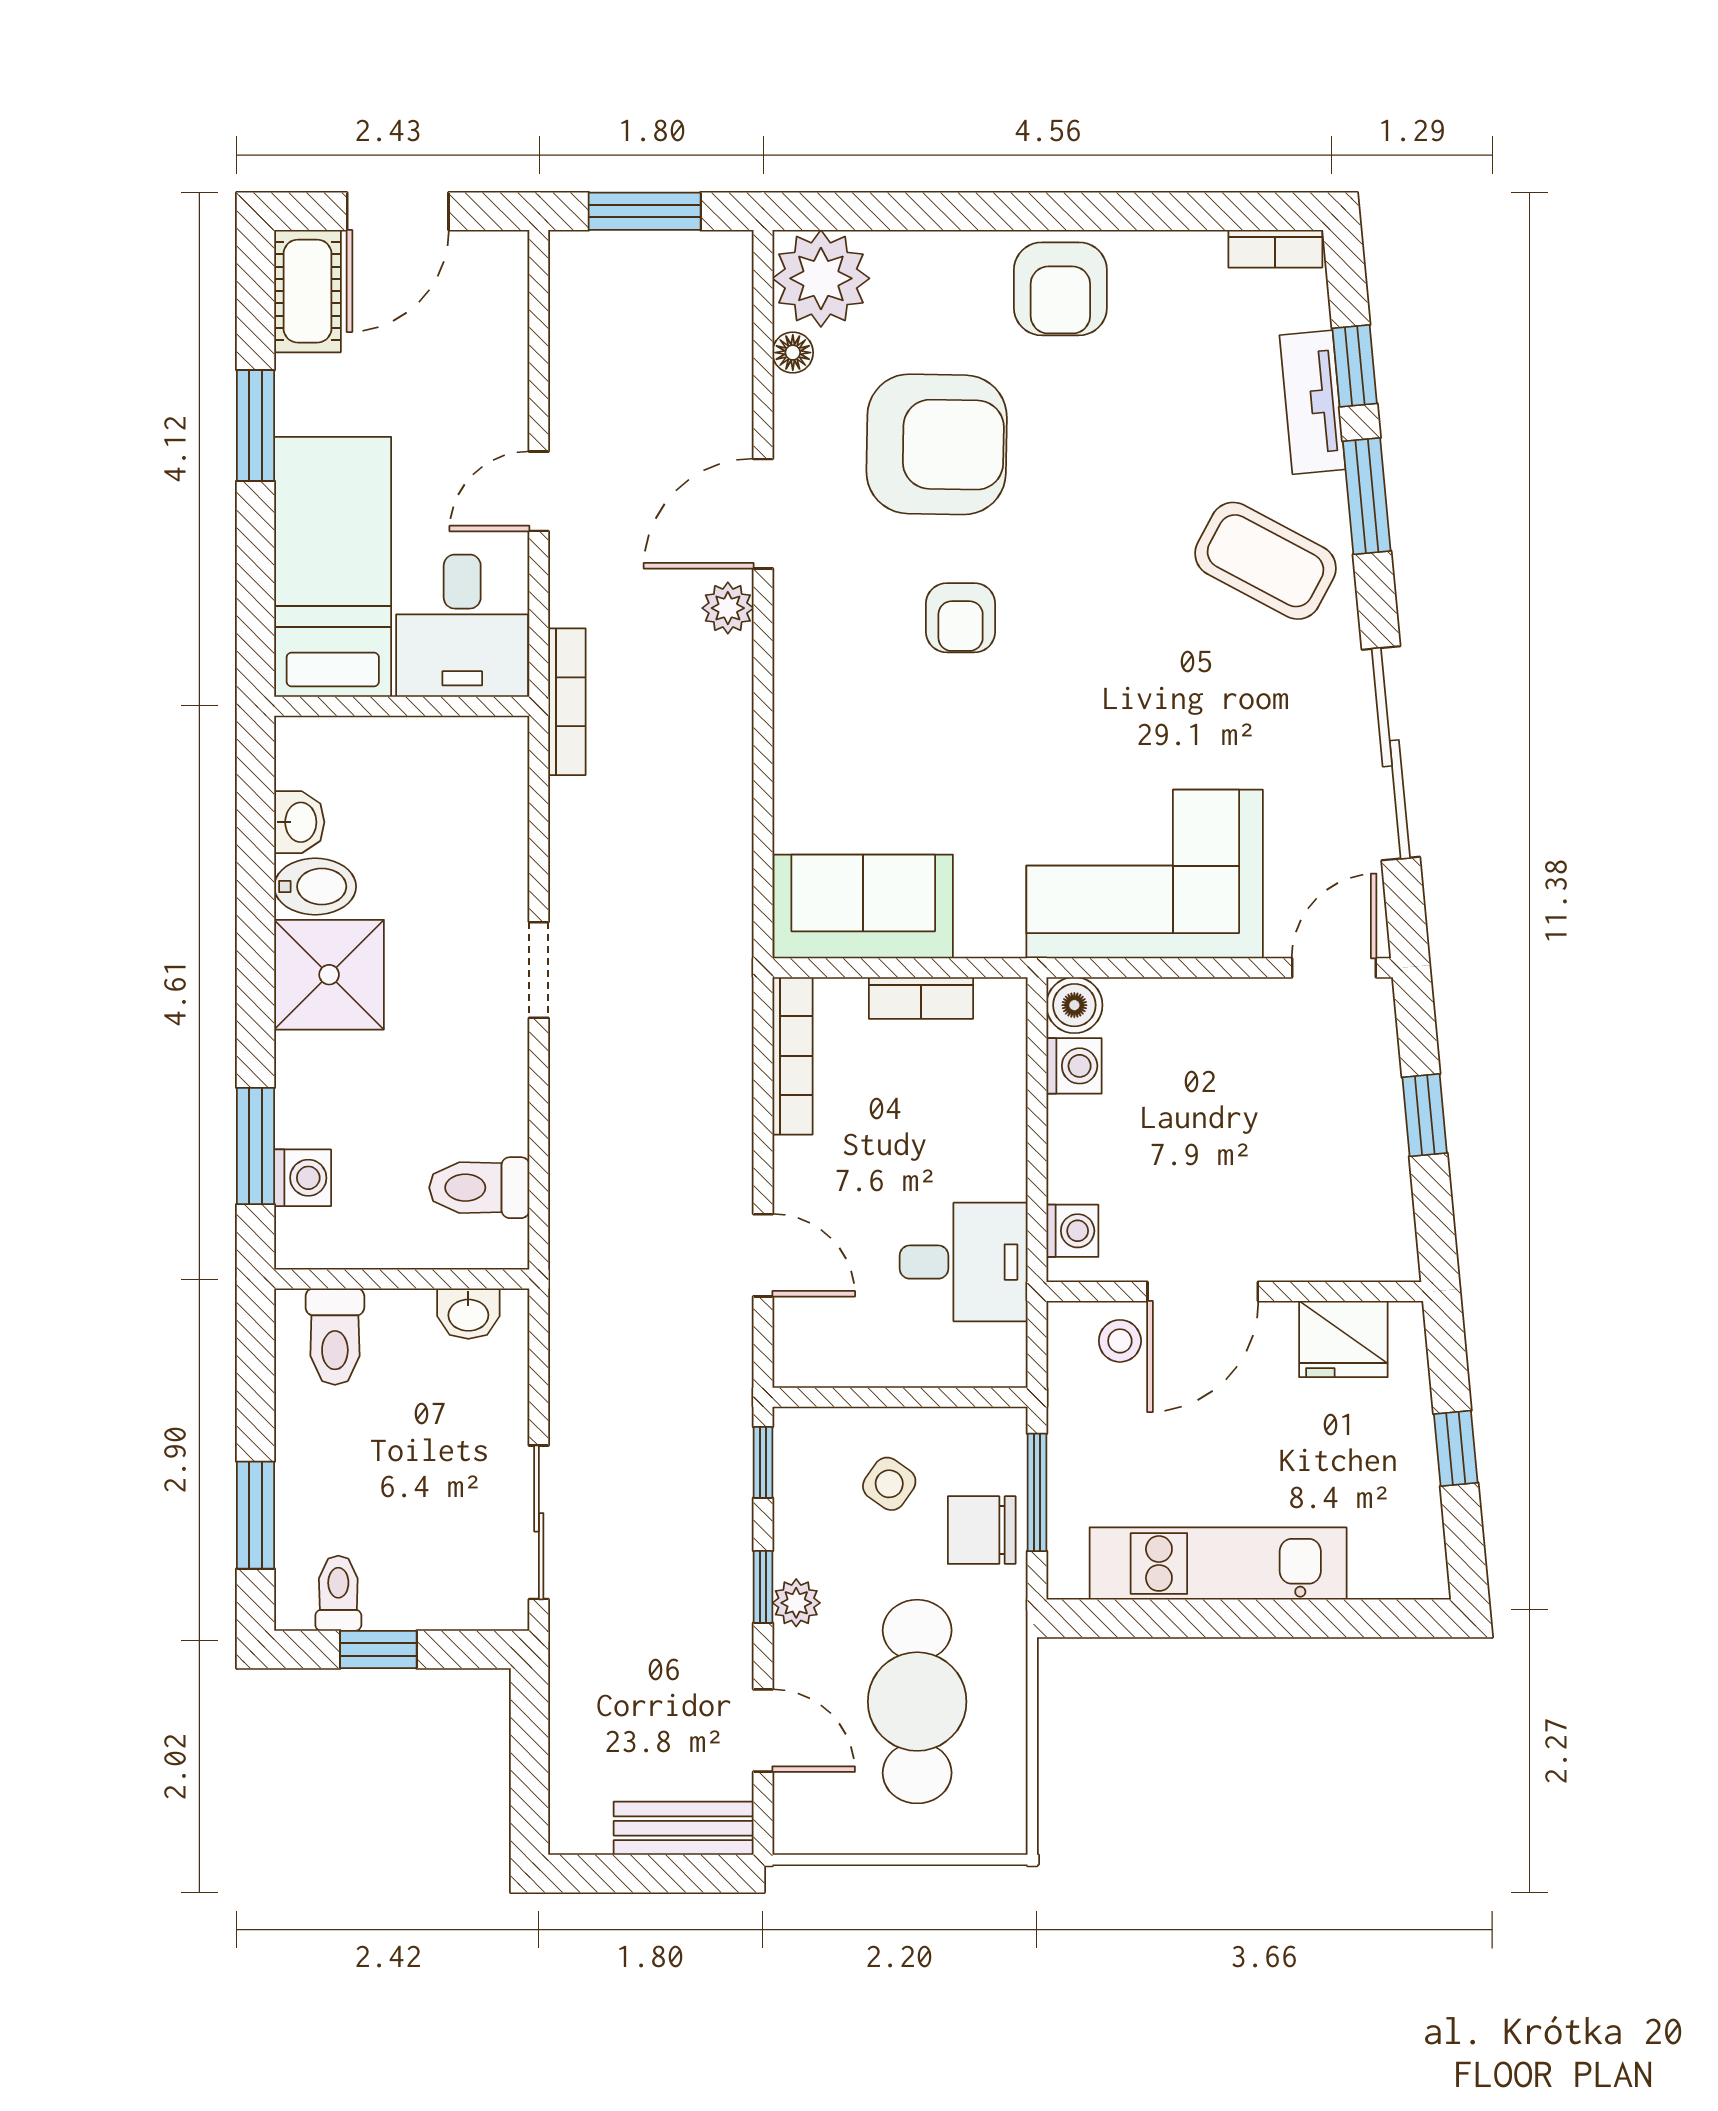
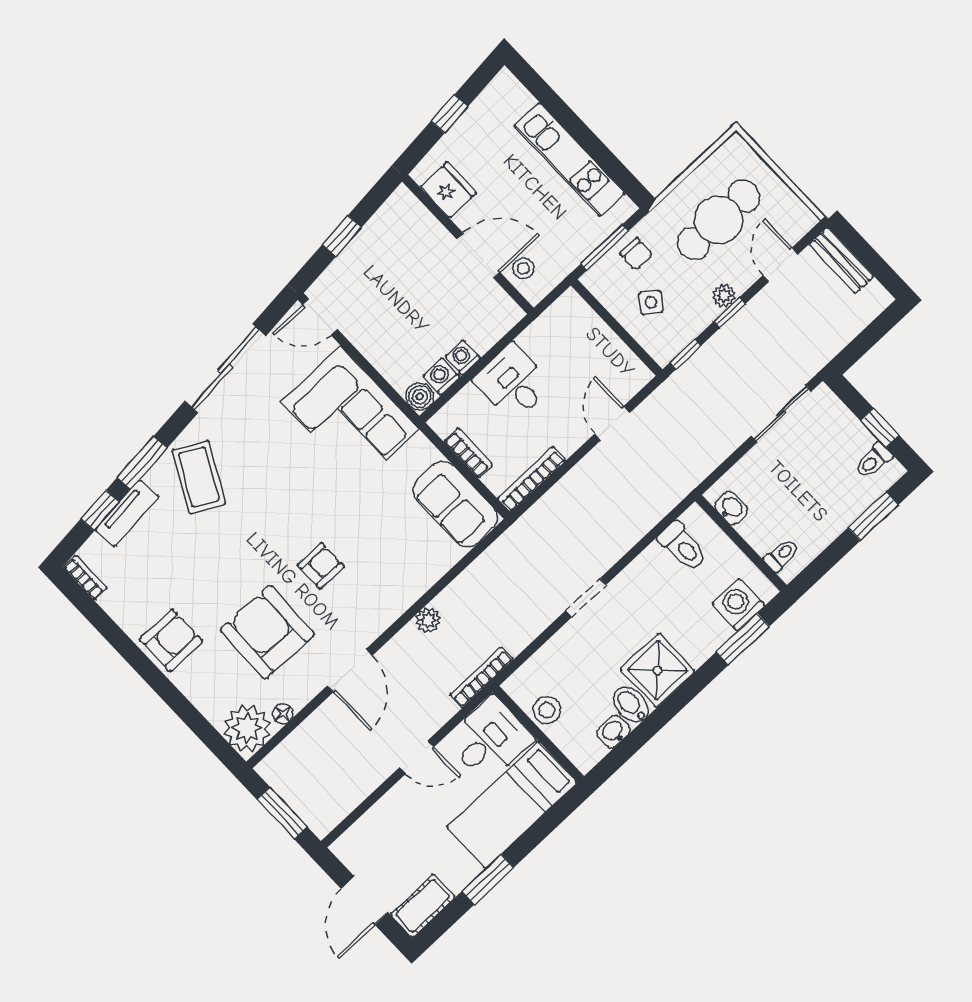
door: (398, 211) -> (364, 901), swing flipped
door: (763, 514) -> (350, 671), hinge flipped
plant: (728, 608) -> (428, 620), moved
stool: (426, 753) -> (547, 710), added
washing machine: (303, 1178) -> (738, 605), width x1.38, depth x1.38
washing machine: (1072, 1231) -> (463, 357), moved
desk: (964, 1262) -> (513, 383), moved
toilet: (335, 1337) -> (781, 555), width x0.73, depth x0.72
chair: (982, 1530) -> (636, 254), width x0.73, depth x0.73

